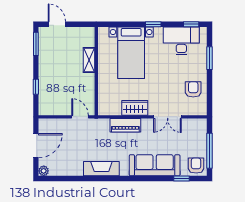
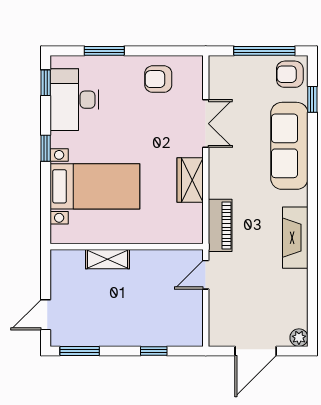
piano: (125, 125) -> (220, 225), moved
door: (36, 146) -> (256, 351), swing flipped

